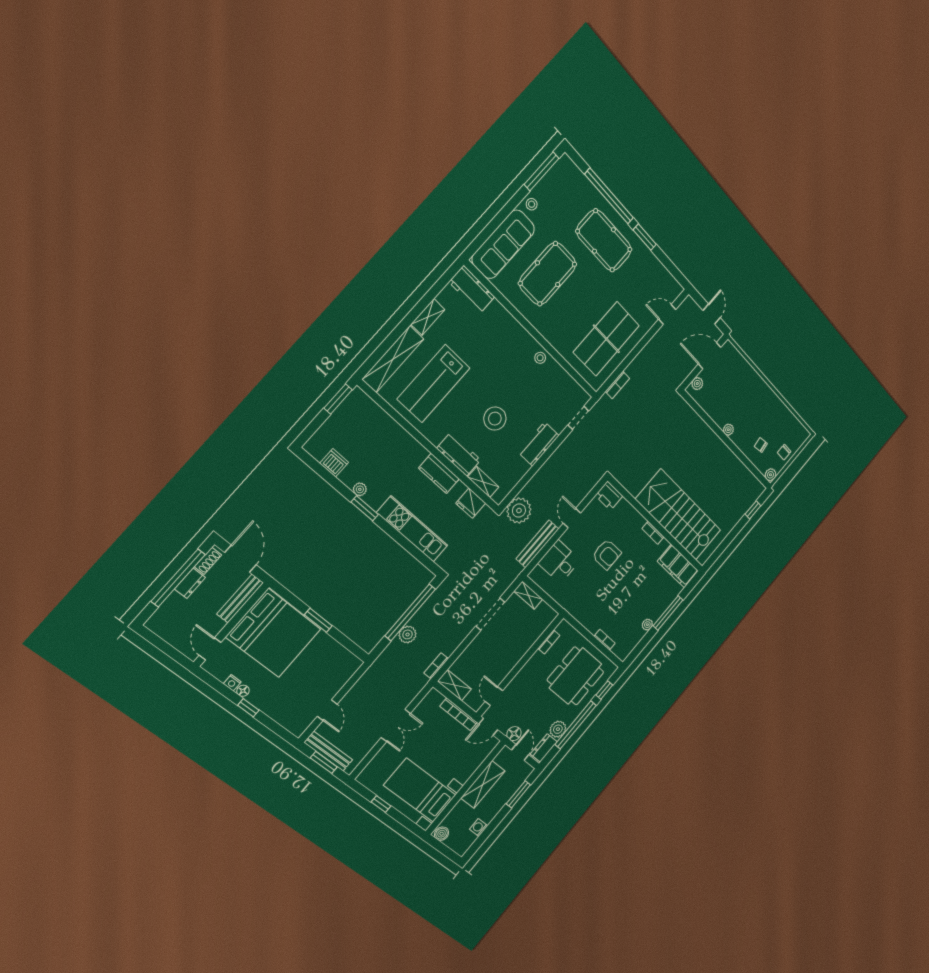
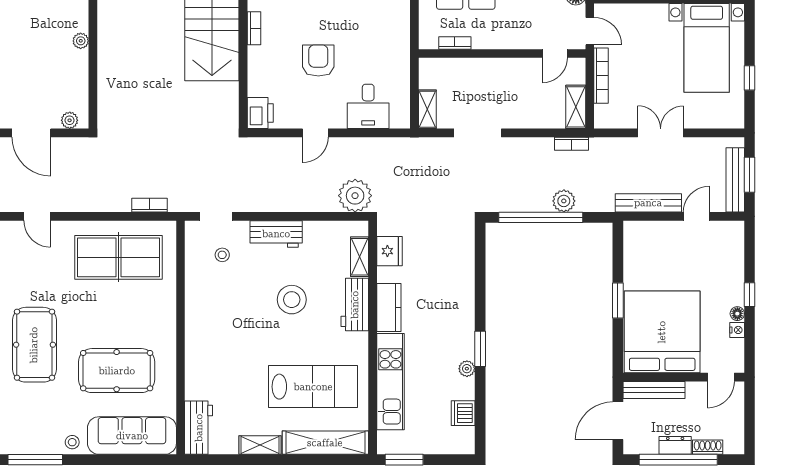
stool: (540, 358) -> (222, 255), moved
kitchen unit: (412, 529) -> (390, 382), moved, turned 180
bench: (537, 544) -> (648, 203), moved
shoe rack: (208, 561) -> (708, 447), moved

